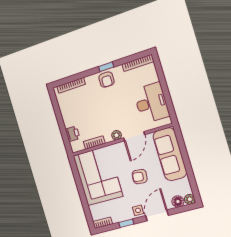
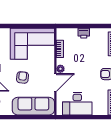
printer: (73, 134) -> (84, 33), moved
door: (134, 136) -> (55, 83), swing flipped

